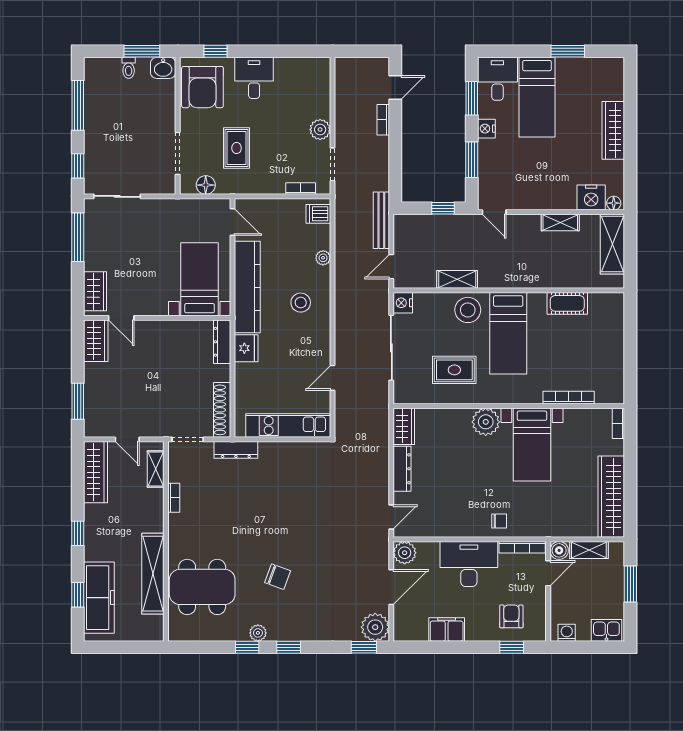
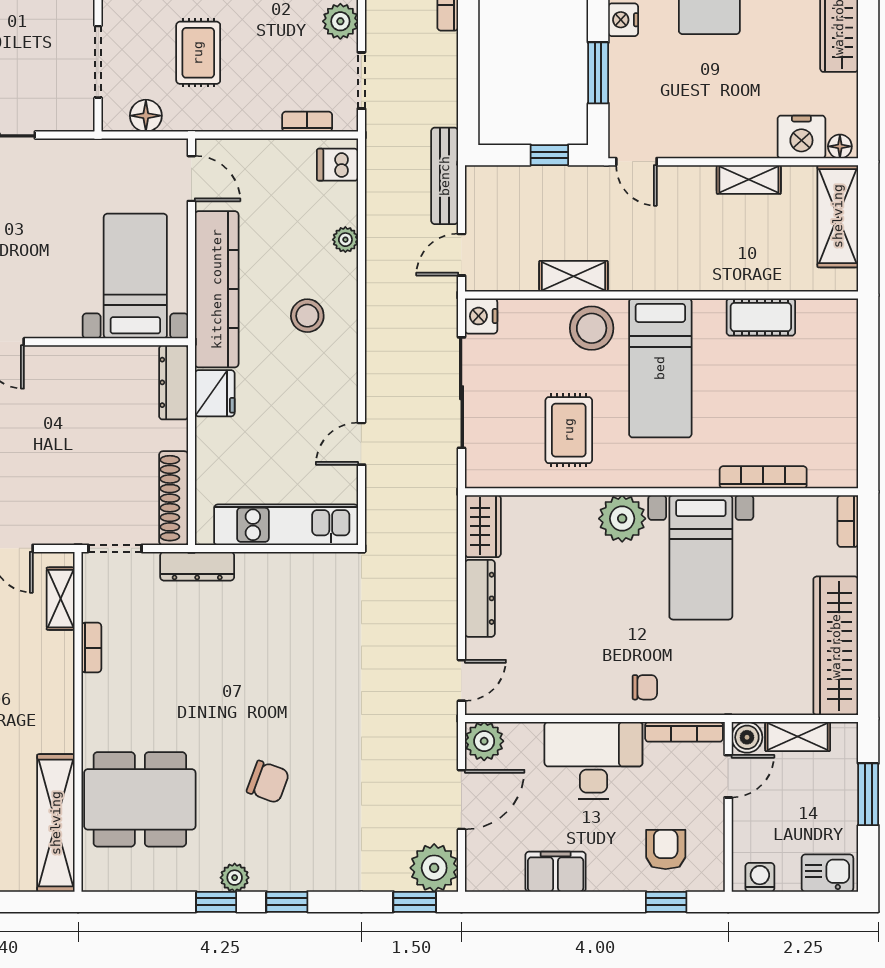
rug: (454, 370) -> (569, 430), turned 90
shelving: (153, 574) -> (56, 823), moved

